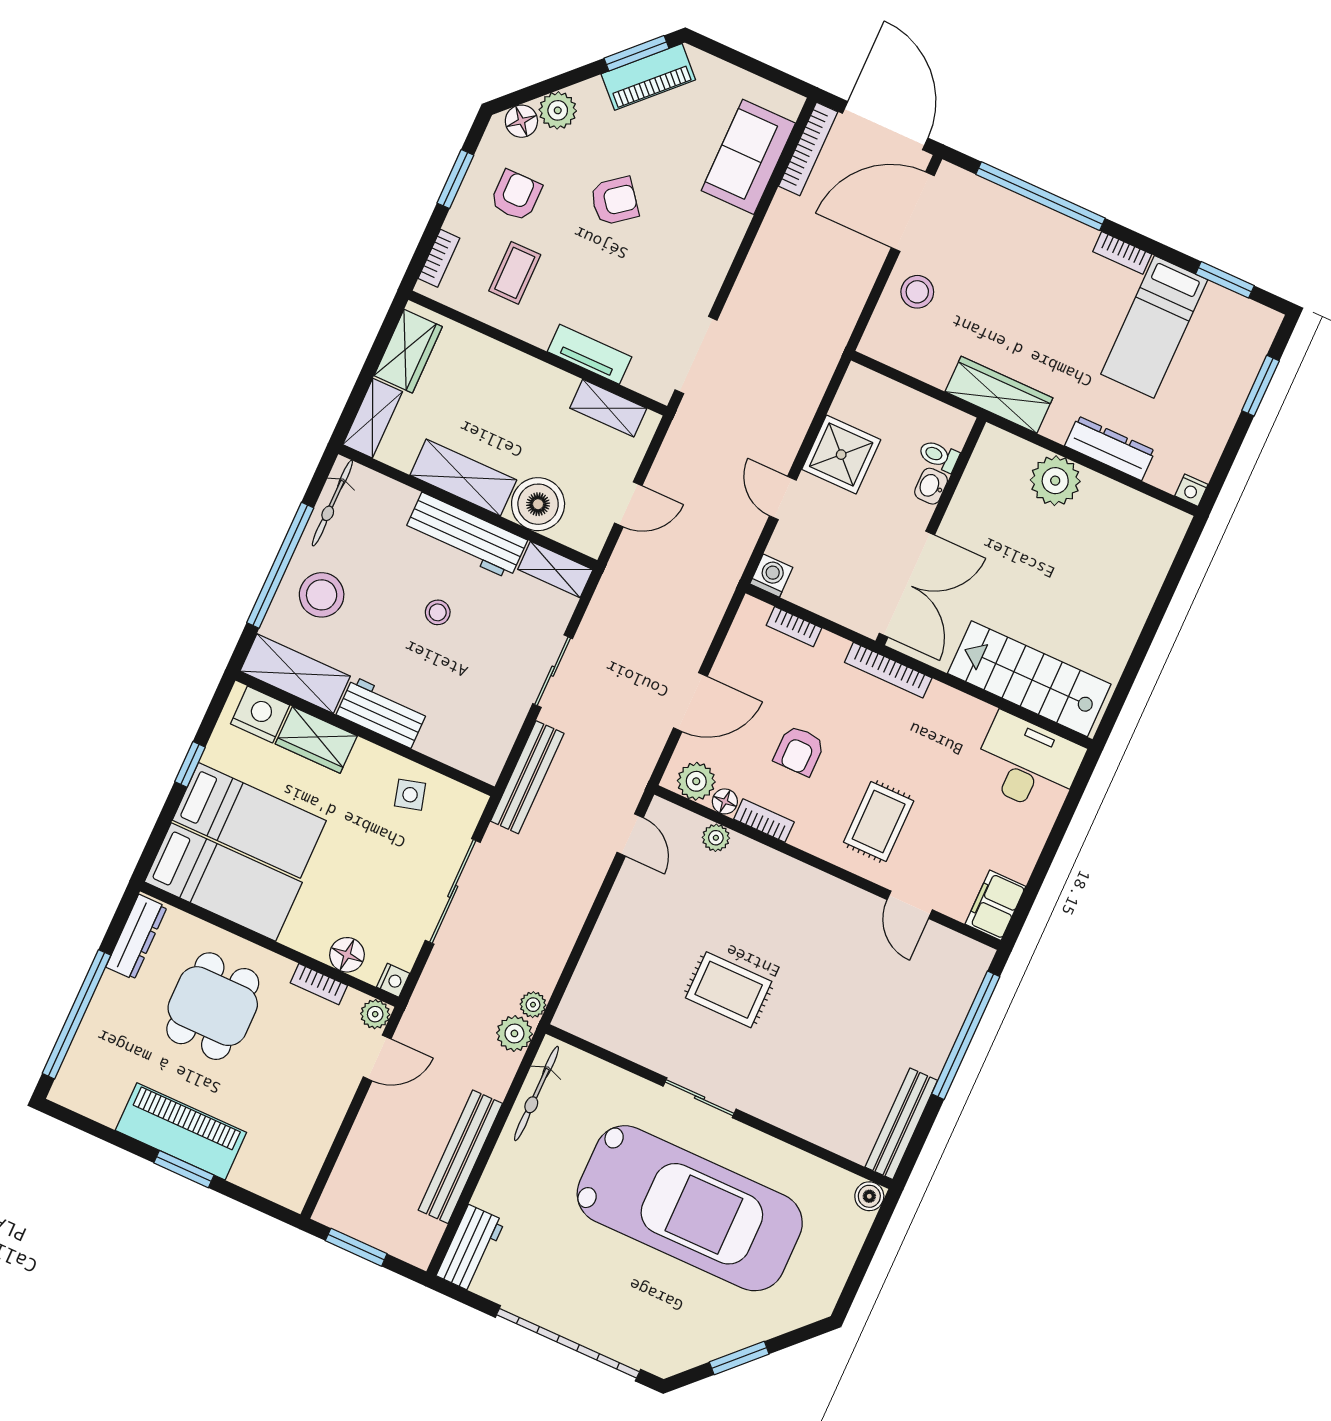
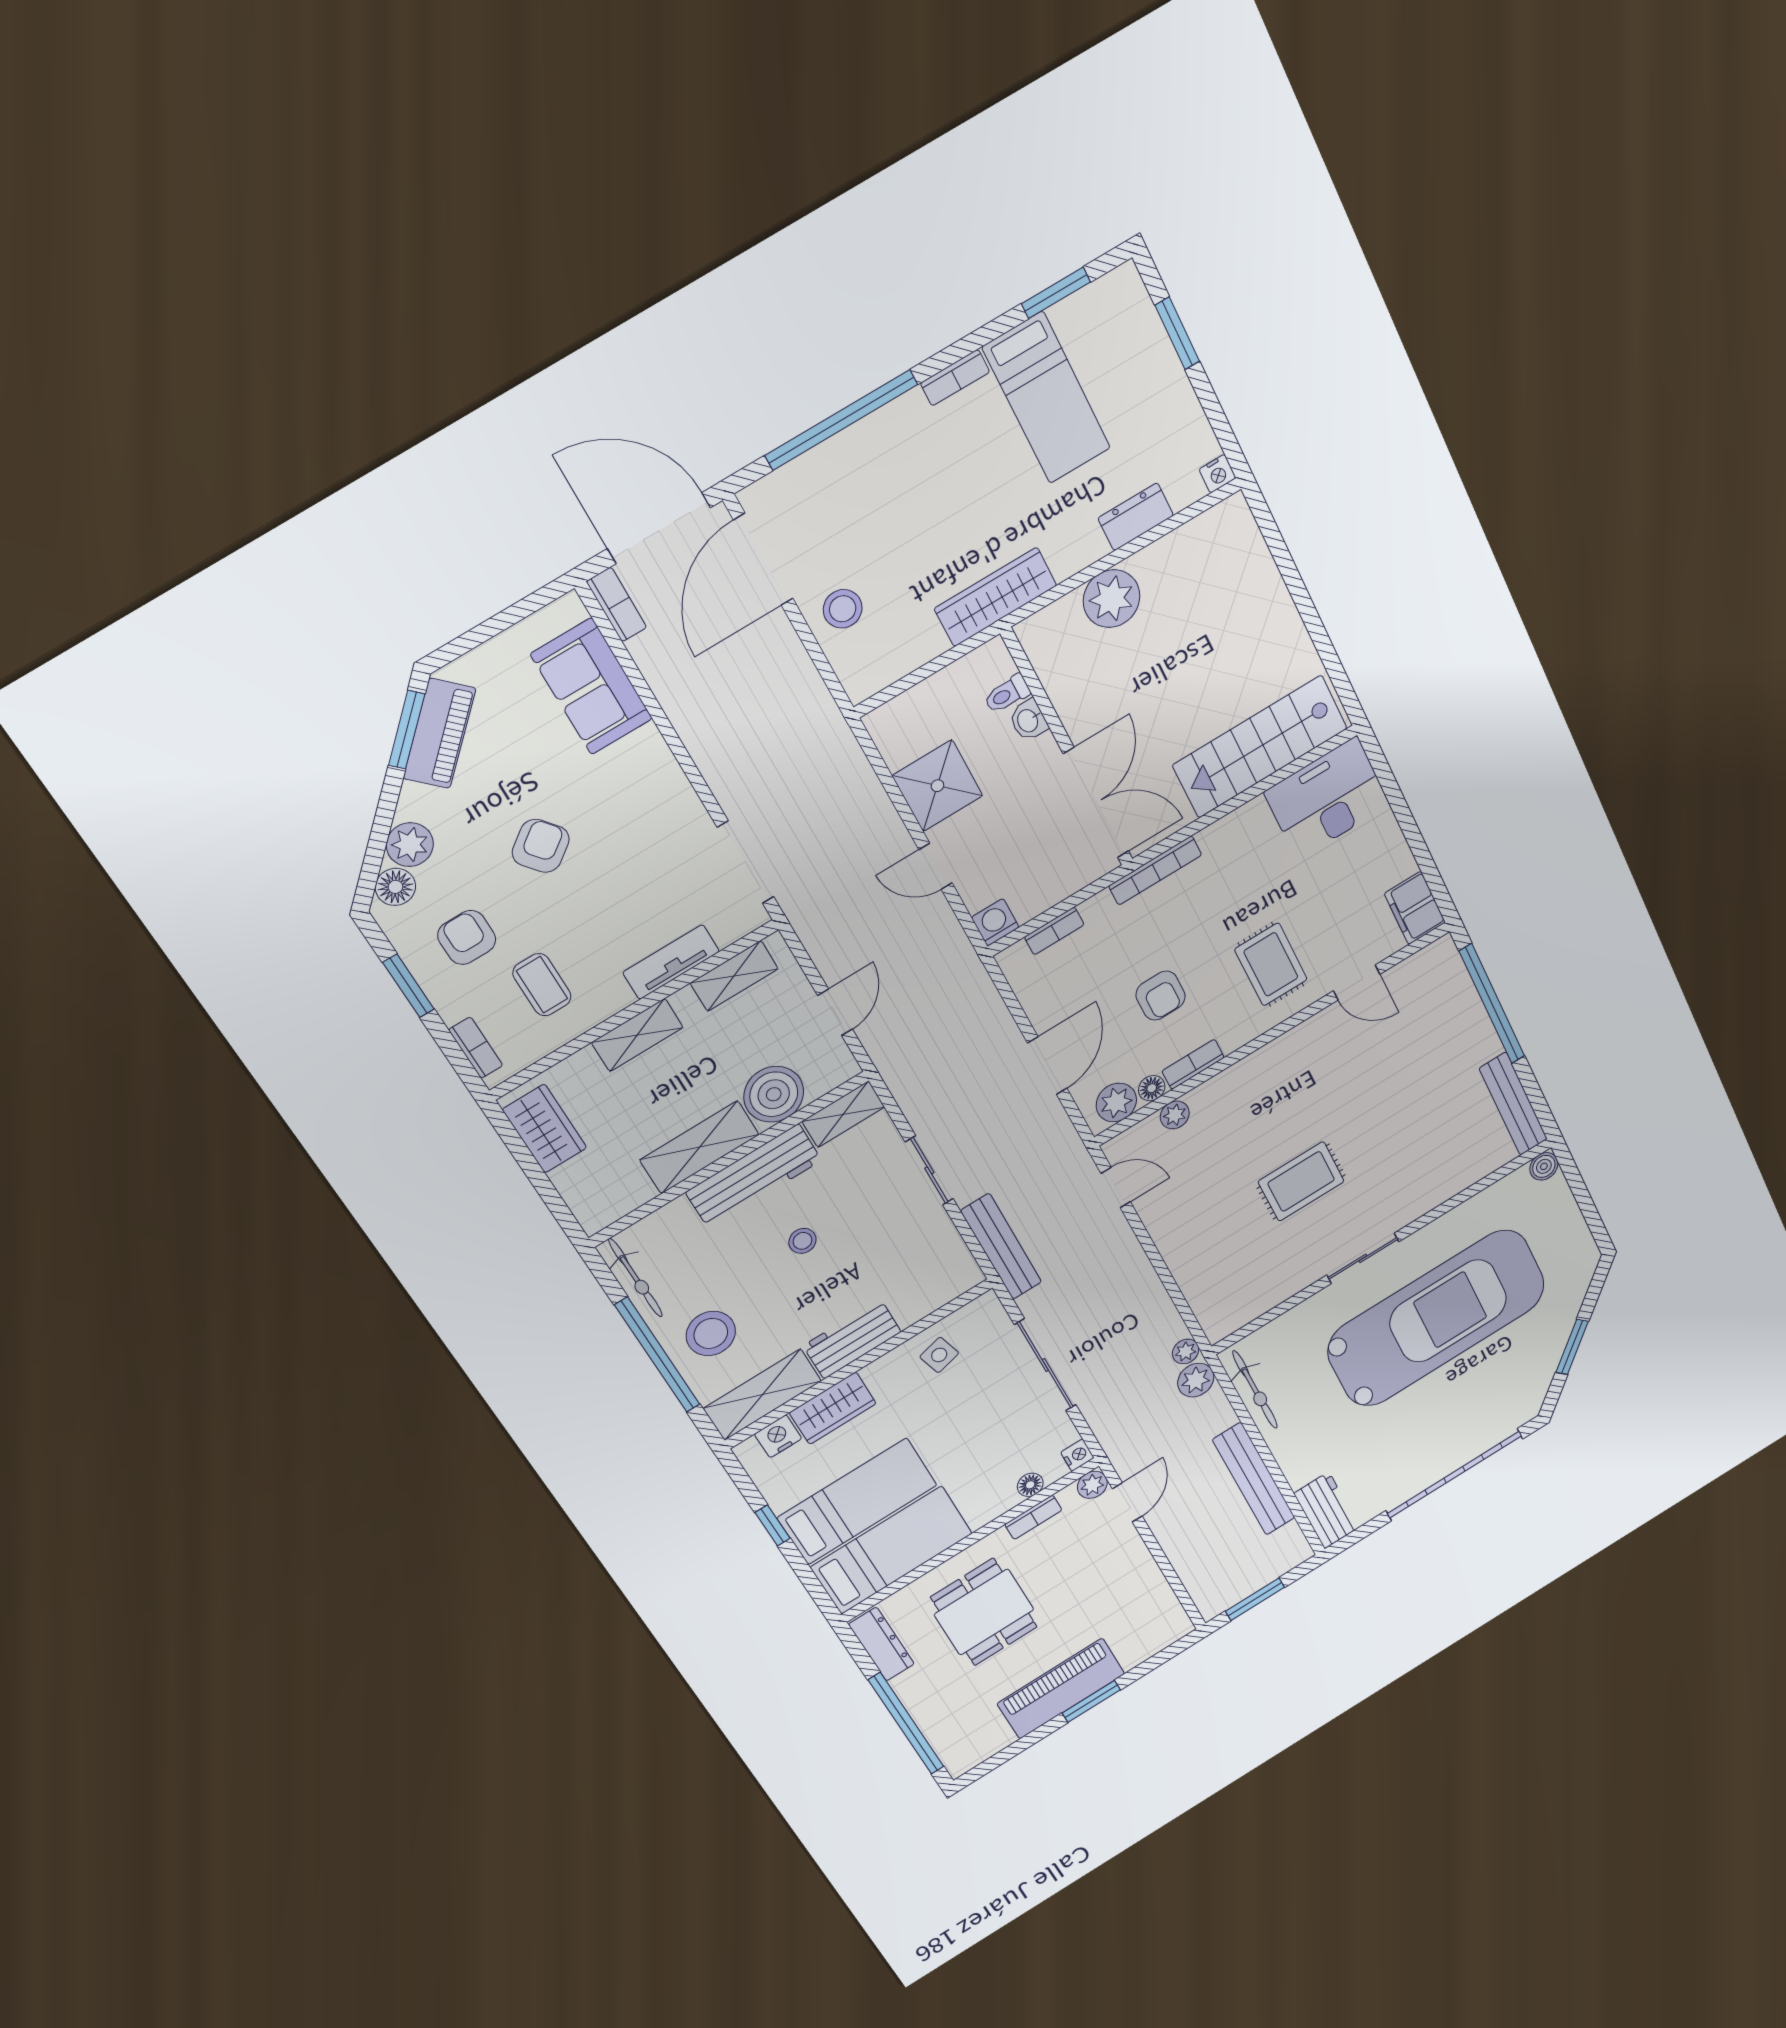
bookcase: (808, 149) -> (617, 604), width x0.64
shelving: (373, 418) -> (637, 1035), moved, turned 90
dresser: (1110, 448) -> (1136, 517), width x0.70
nightstand: (260, 714) -> (778, 1436), width x0.74, depth x0.75
floor lamp: (347, 955) -> (1030, 1485), width x0.73, depth x0.73

